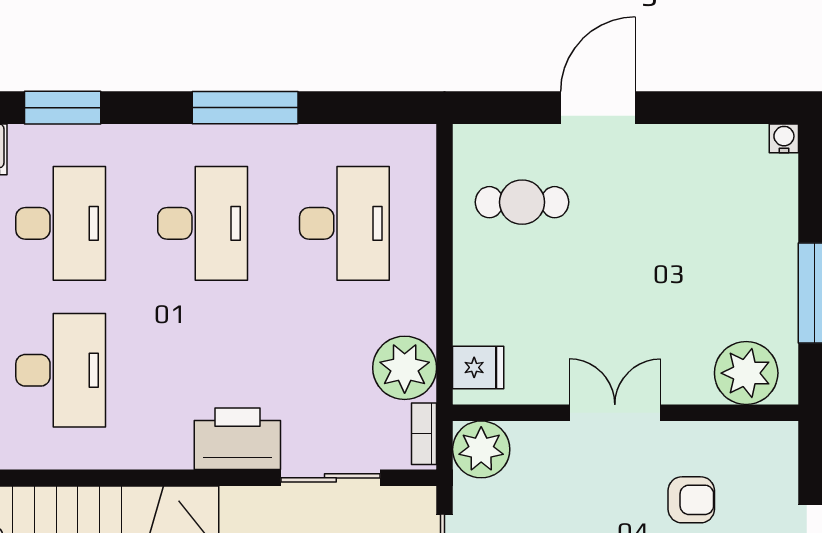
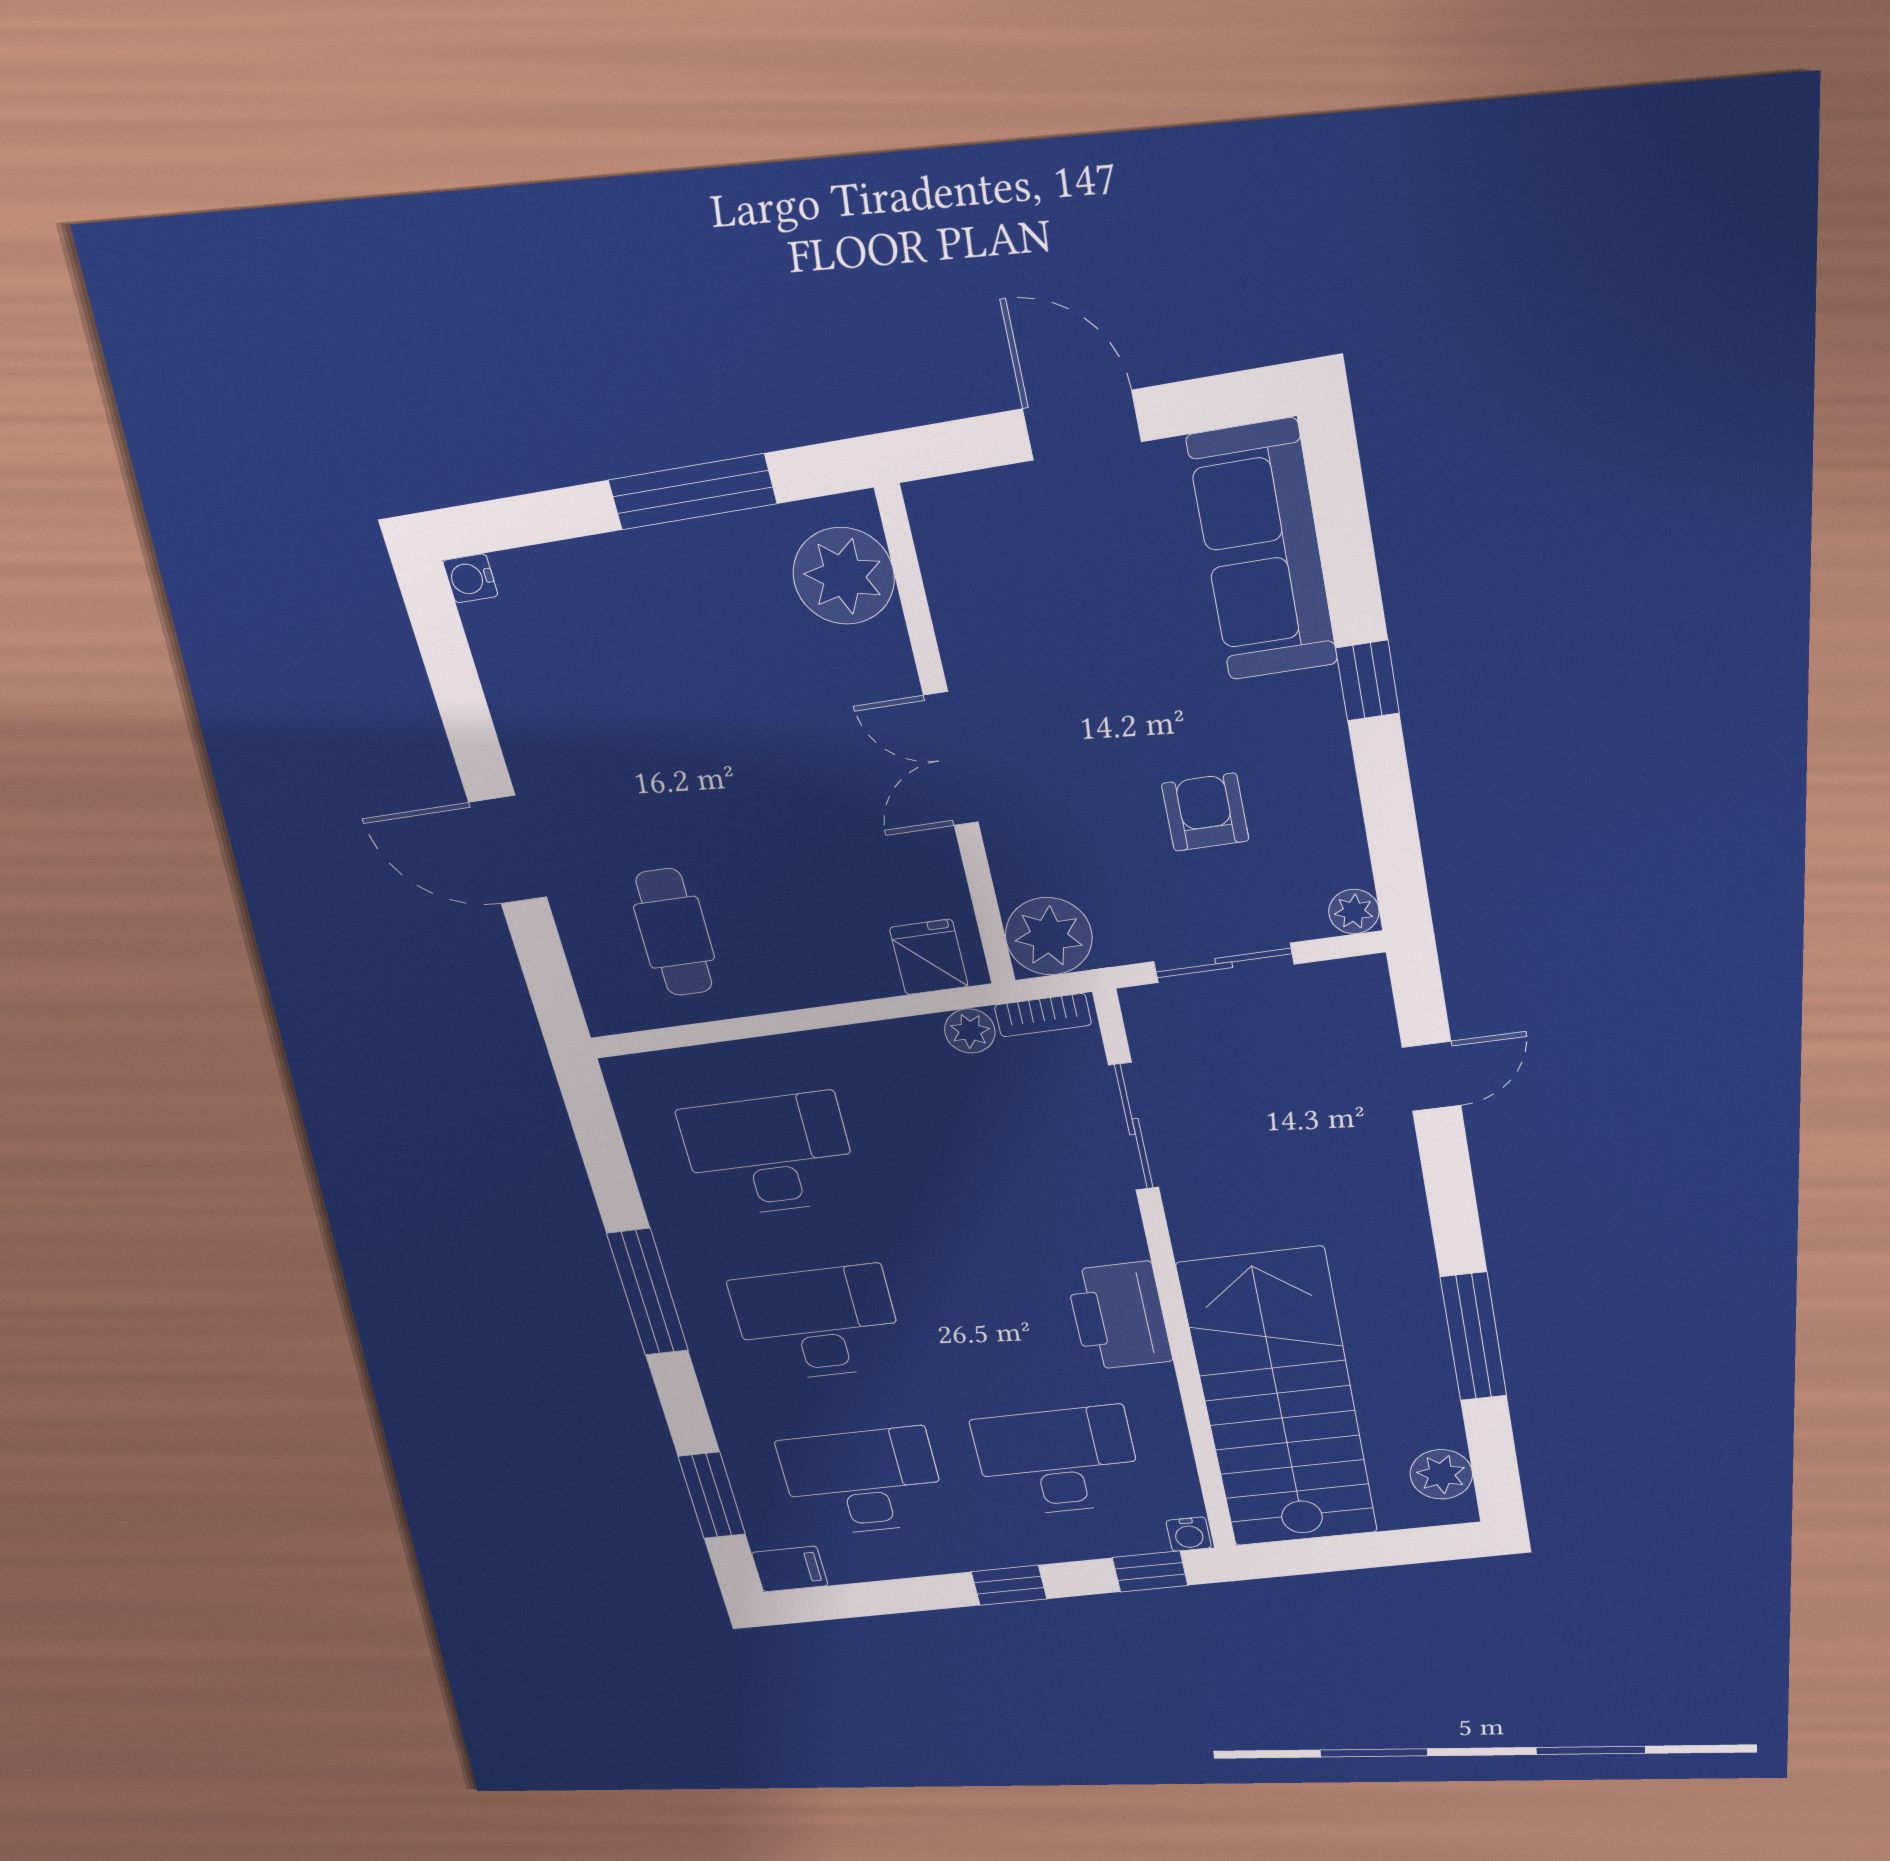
plant: (405, 368) -> (970, 1031), width x0.53, depth x0.53
printer: (237, 439) -> (1119, 1316), moved
armchair: (691, 500) -> (1061, 627), removed

